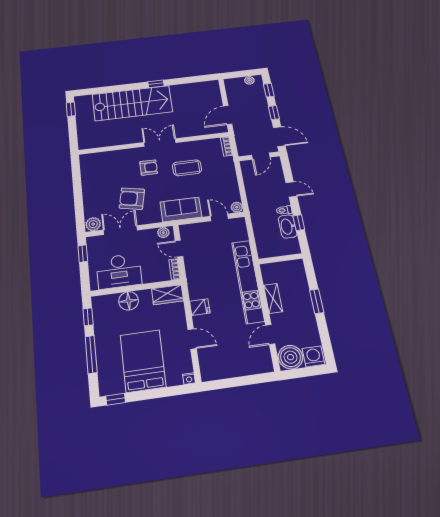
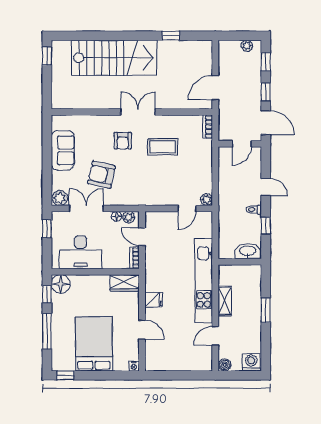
window: (156, 84) -> (171, 36), moved
armchair: (149, 167) -> (123, 141), turned 90
sofa: (181, 209) -> (63, 150), moved, turned 90
door: (219, 217) -> (187, 208), swing flipped
washbasin: (288, 226) -> (248, 251), moved, turned 90
floor lamp: (151, 233) -> (117, 216), added
floor lamp: (129, 301) -> (61, 284), moved
boiler: (291, 357) -> (225, 365), width x0.54, depth x0.54

